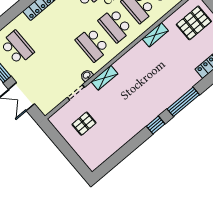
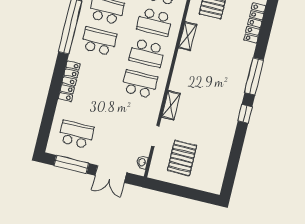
school desk: (93, 45) -> (140, 84), turned 180
washbasin: (87, 75) -> (142, 162), moved
pallet: (84, 124) -> (182, 158), width x1.50, depth x1.42

